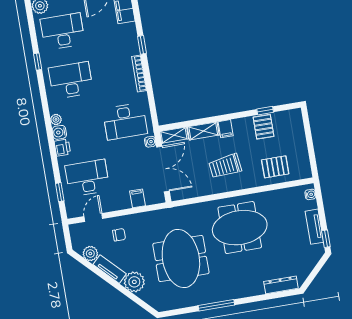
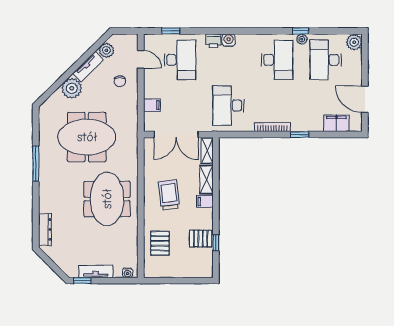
desk: (63, 31) -> (326, 60), turned 180
plant: (56, 119) -> (302, 39), moved
water cooler: (150, 142) -> (205, 127), removed

